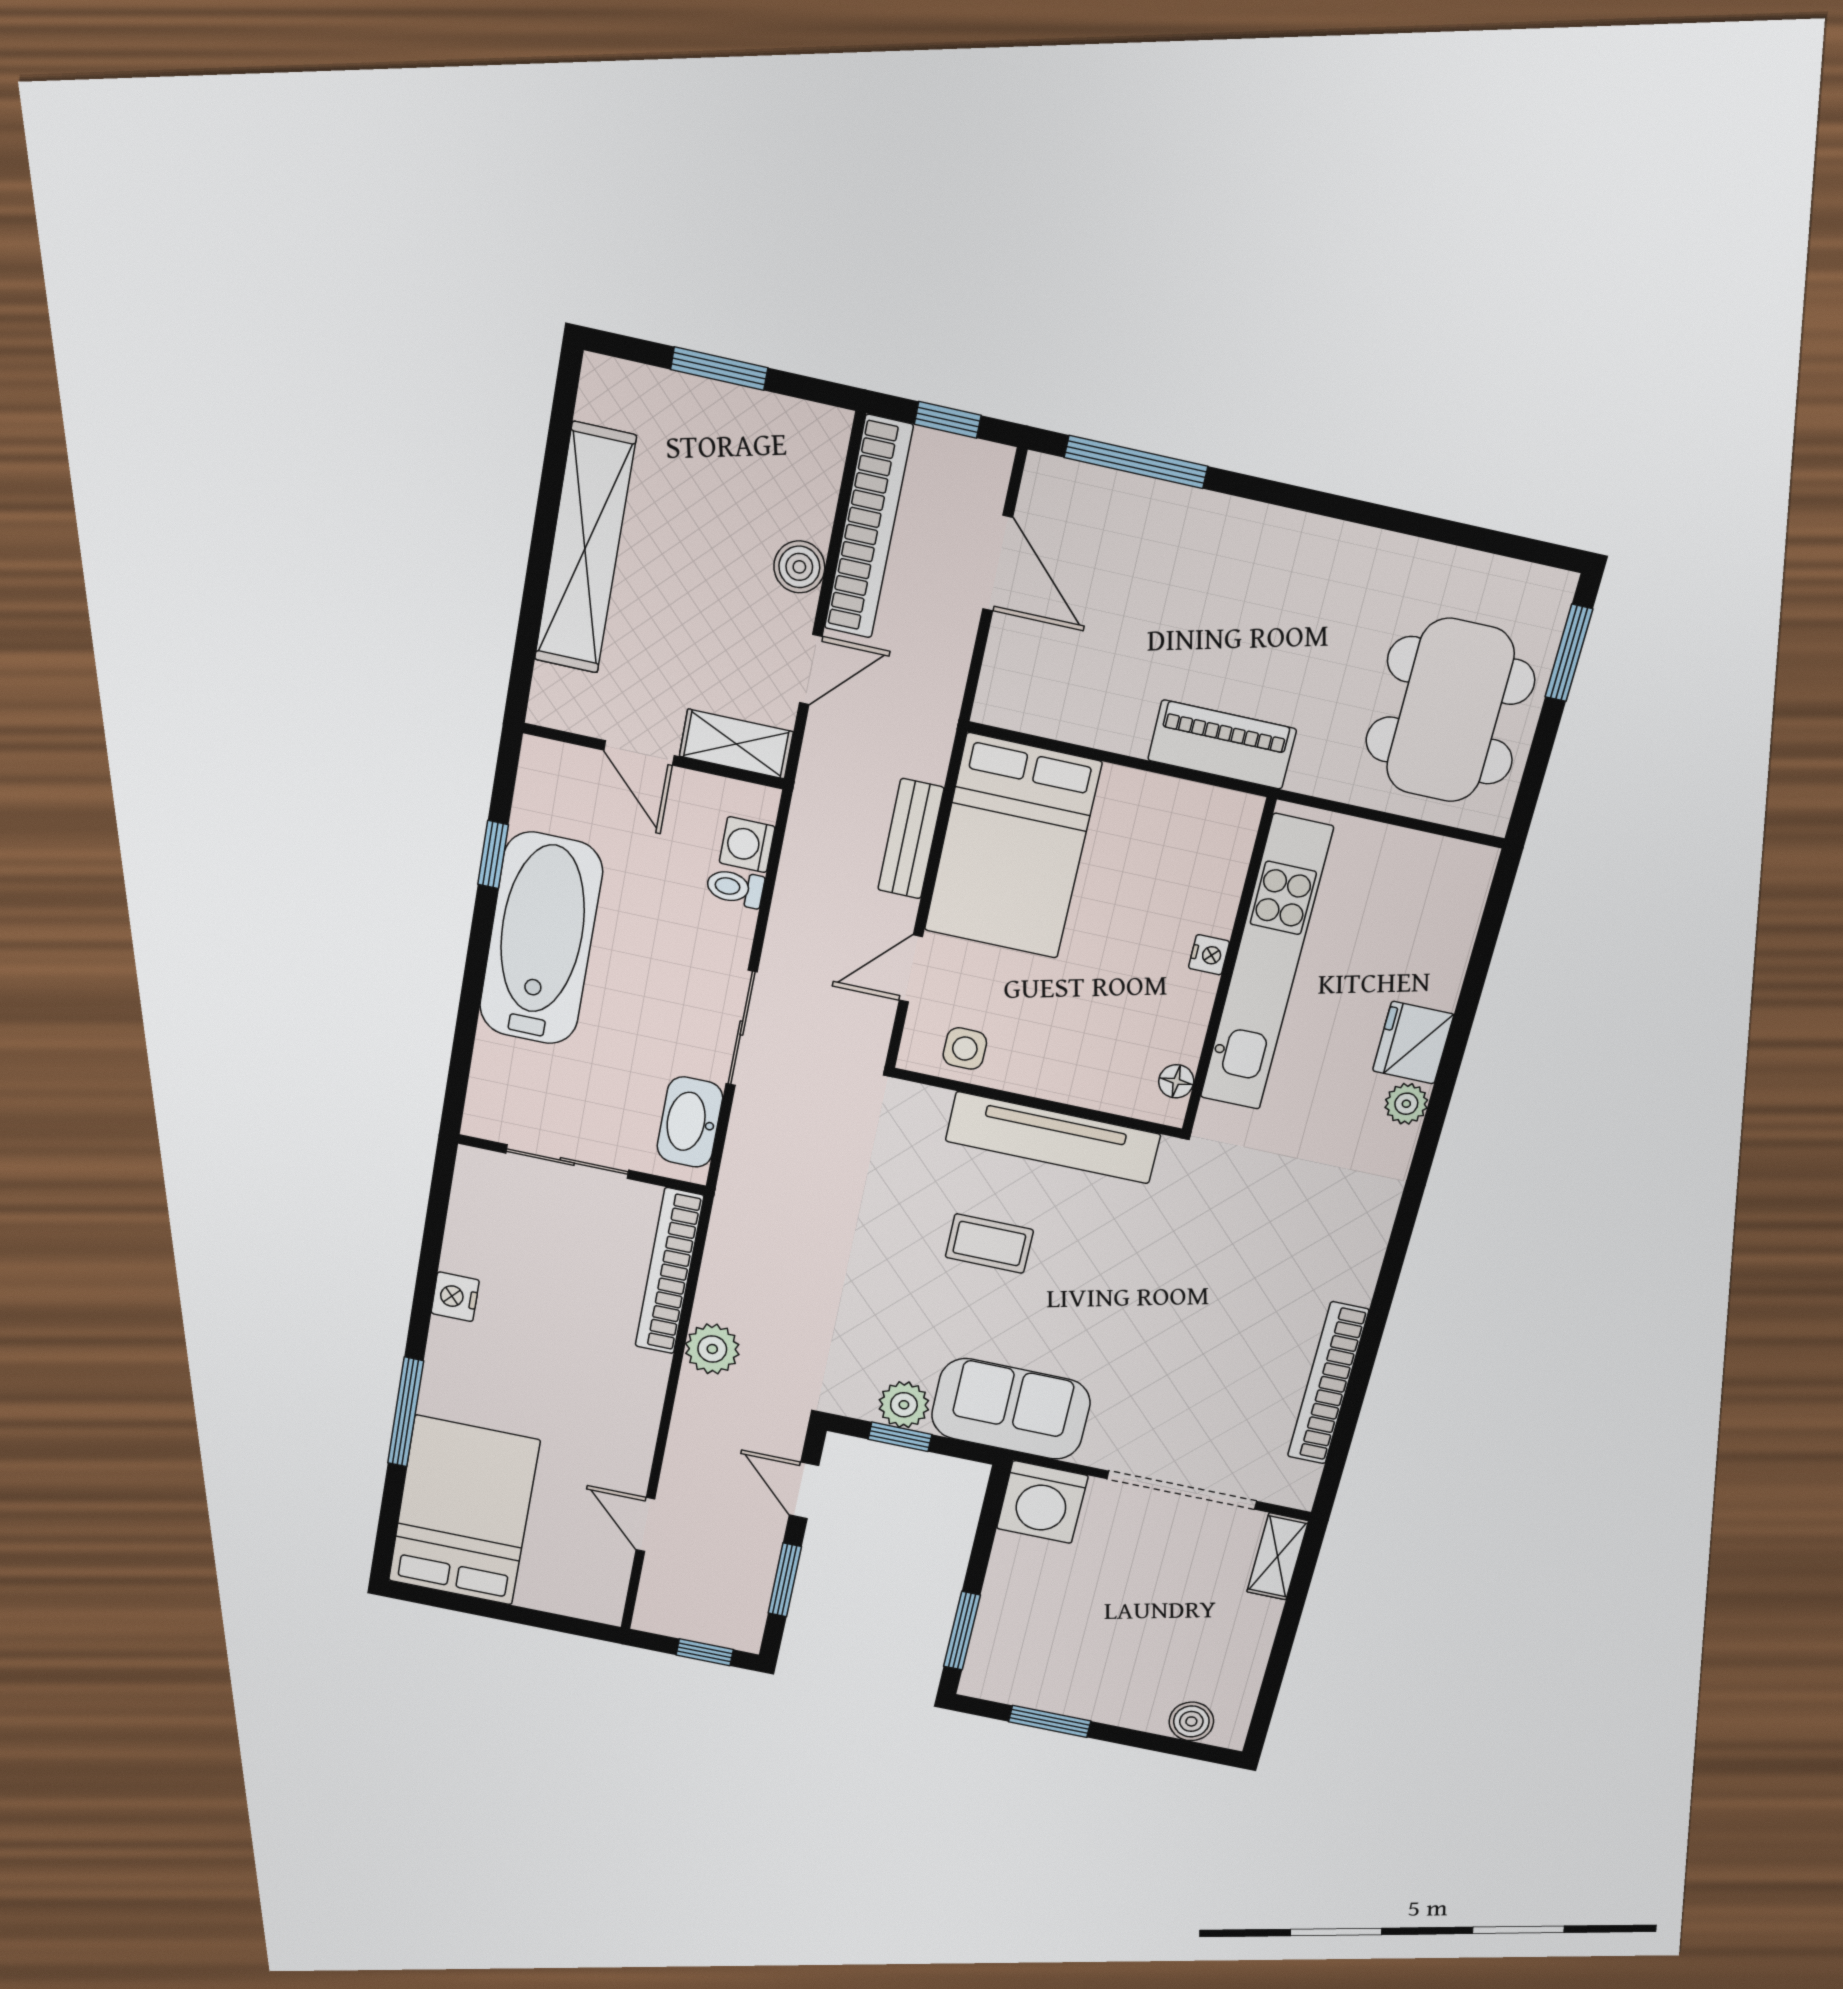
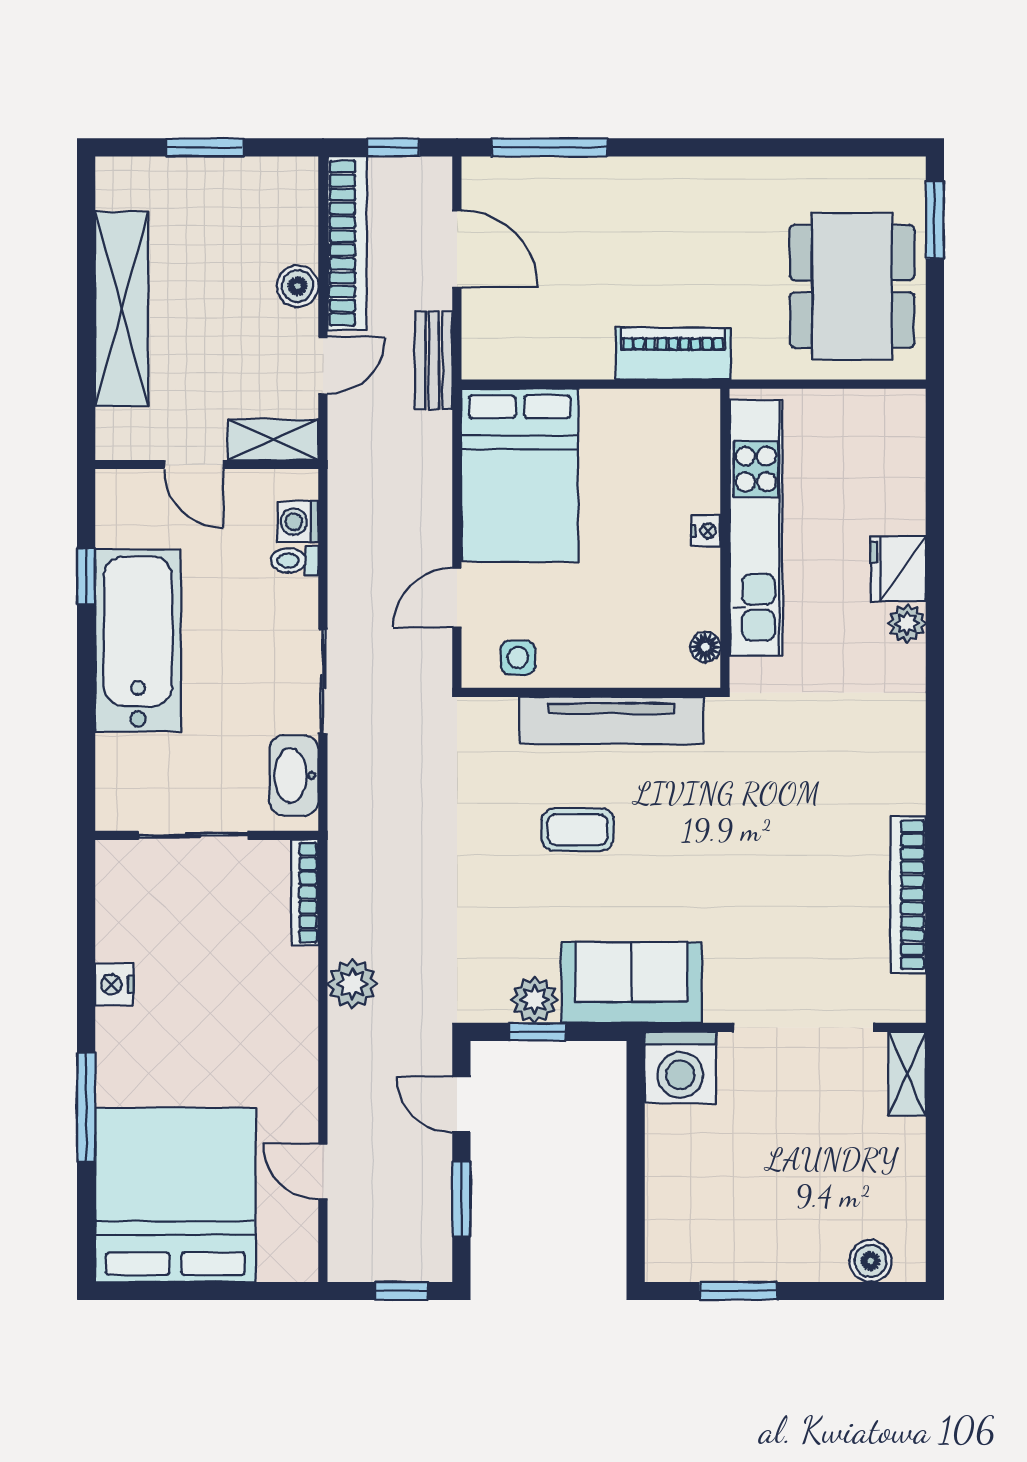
bench: (911, 839) -> (434, 361), moved
bookcase: (669, 1271) -> (305, 893), width x0.68, depth x0.76
bed: (464, 1511) -> (175, 1195), width x1.36
window: (962, 1631) -> (636, 1215), removed

